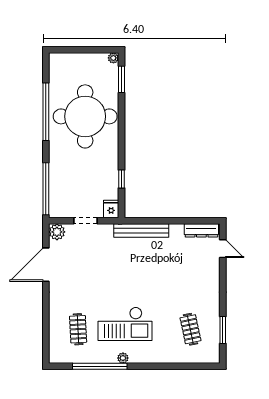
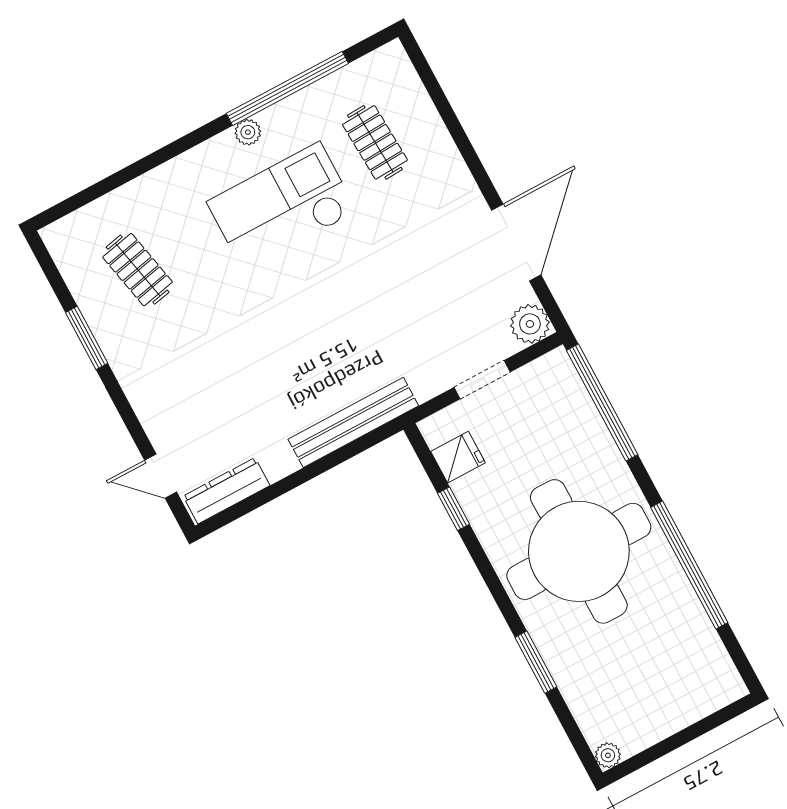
window: (121, 79) -> (536, 662), moved
round table: (85, 116) -> (579, 551), moved
fridge: (111, 209) -> (458, 457), moved, turned -90
window: (223, 330) -> (87, 338), moved

